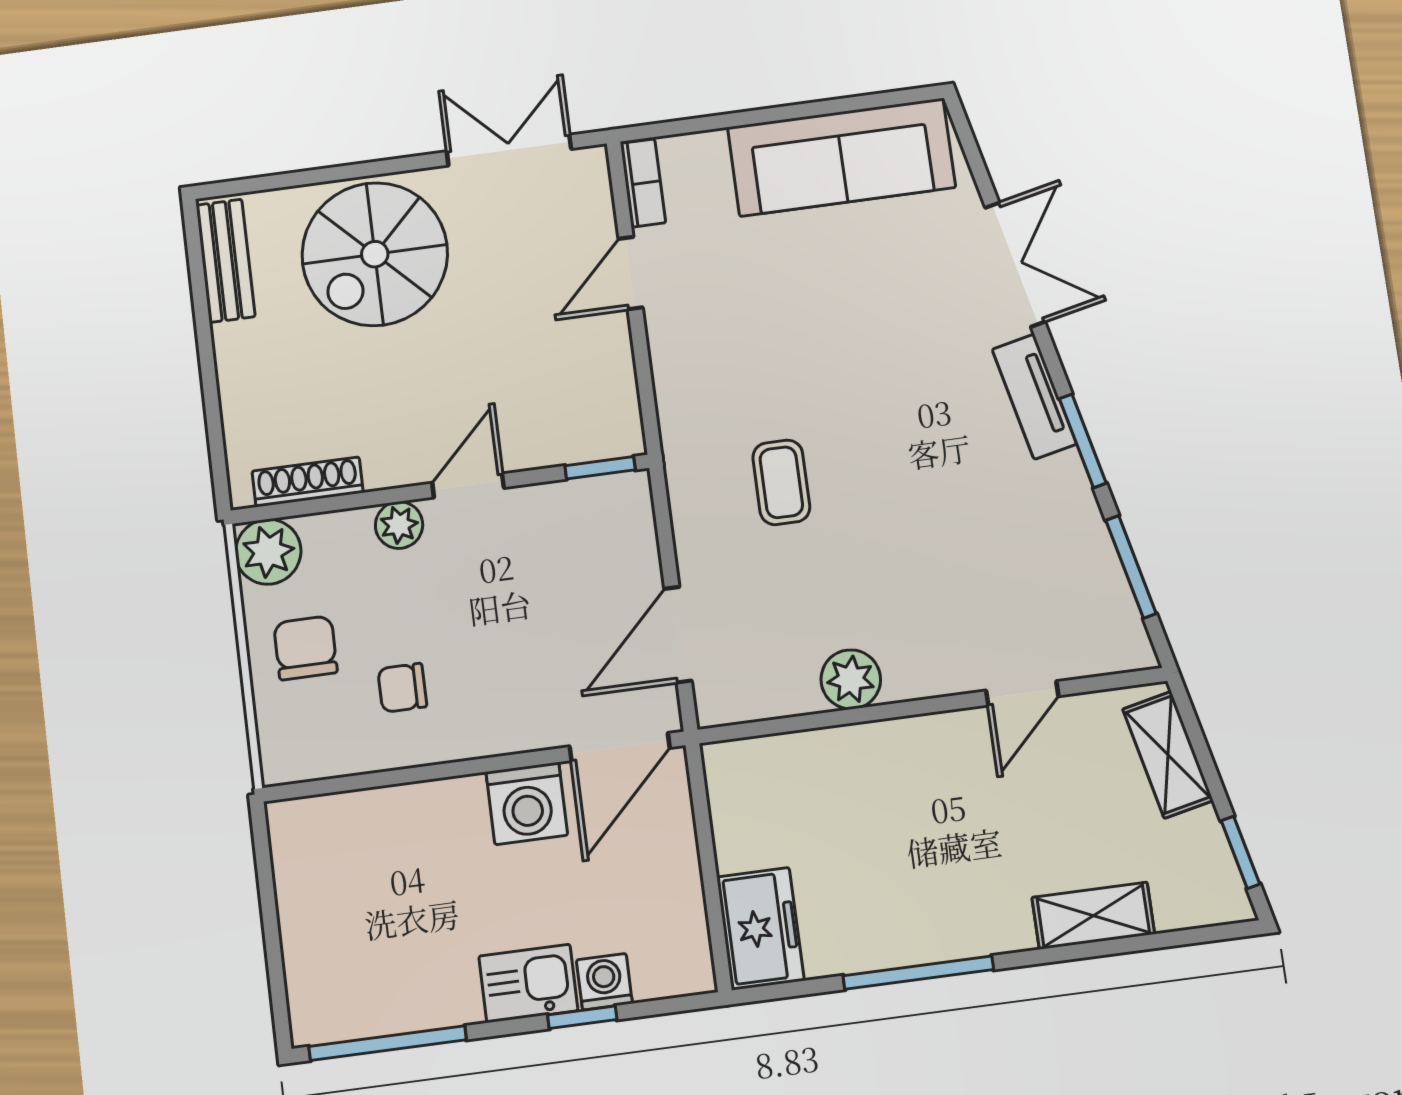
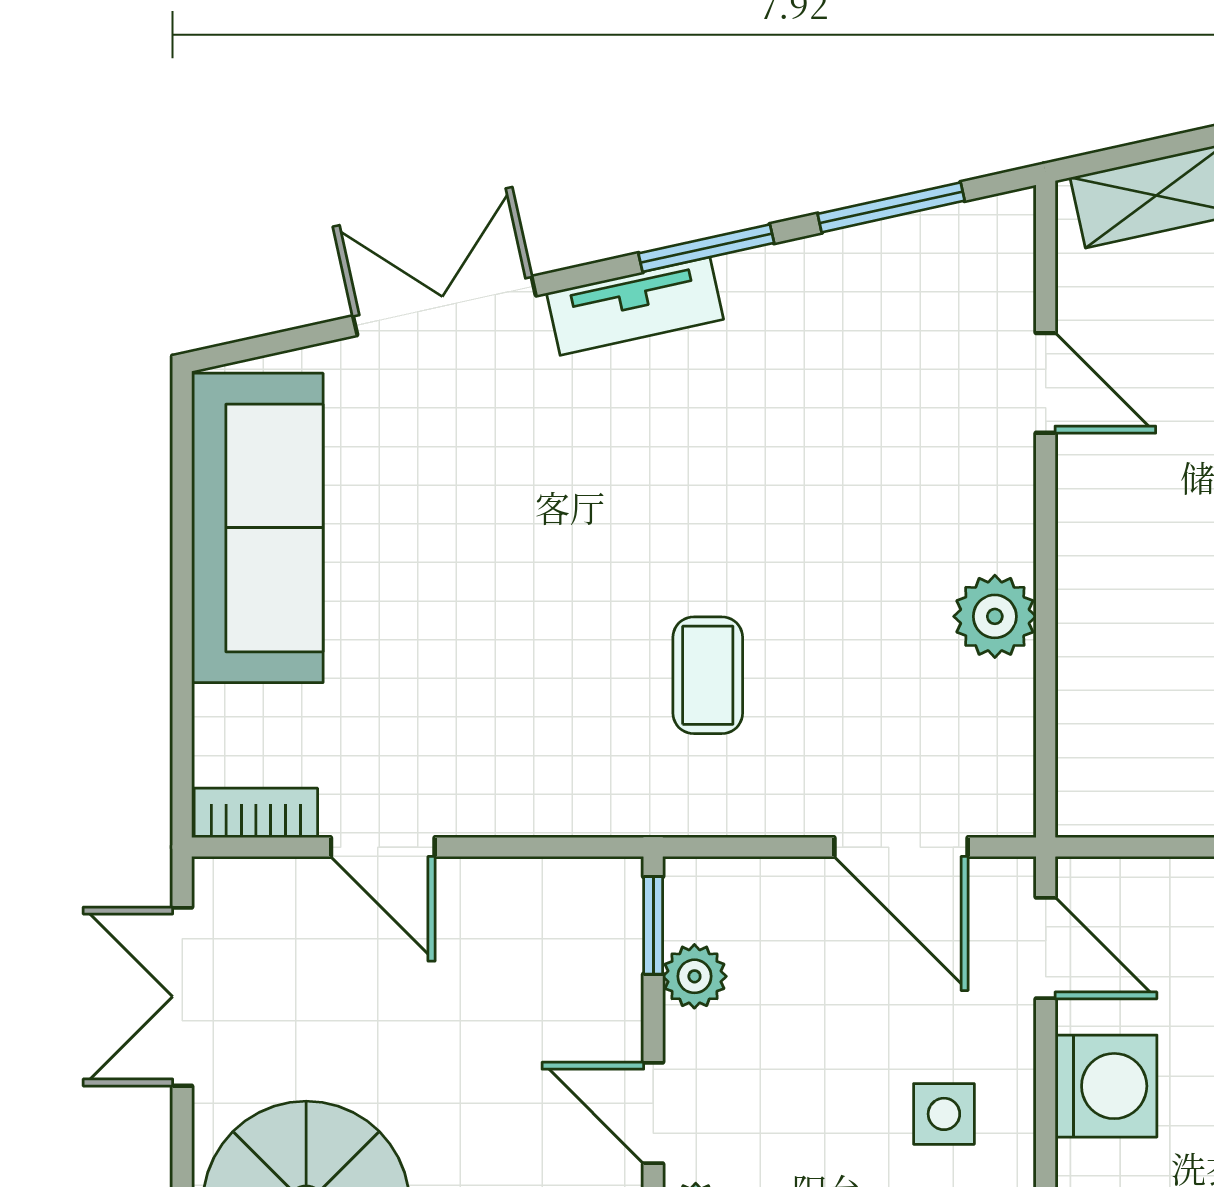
coffee table: (781, 482) -> (708, 675), turned 90
plant: (568, 501) -> (694, 976), added
side table: (493, 690) -> (944, 1114), added
door: (620, 747) -> (1046, 948), width x0.73

